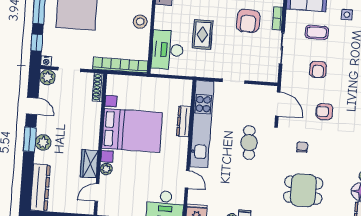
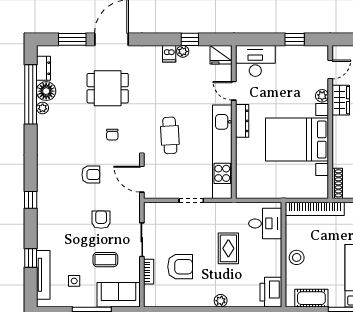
armchair: (248, 21) -> (180, 267), turned 87
desk: (167, 50) -> (265, 223), width x0.73
dresser: (184, 122) -> (242, 121), moved

